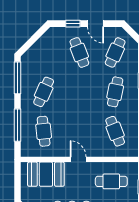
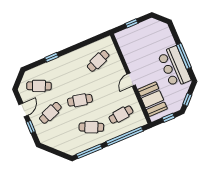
cafe table: (115, 92) -> (80, 100), moved
window: (17, 125) -> (125, 136), width x1.46
cafe table: (111, 181) -> (137, 48), removed
window: (17, 183) -> (168, 118), added

